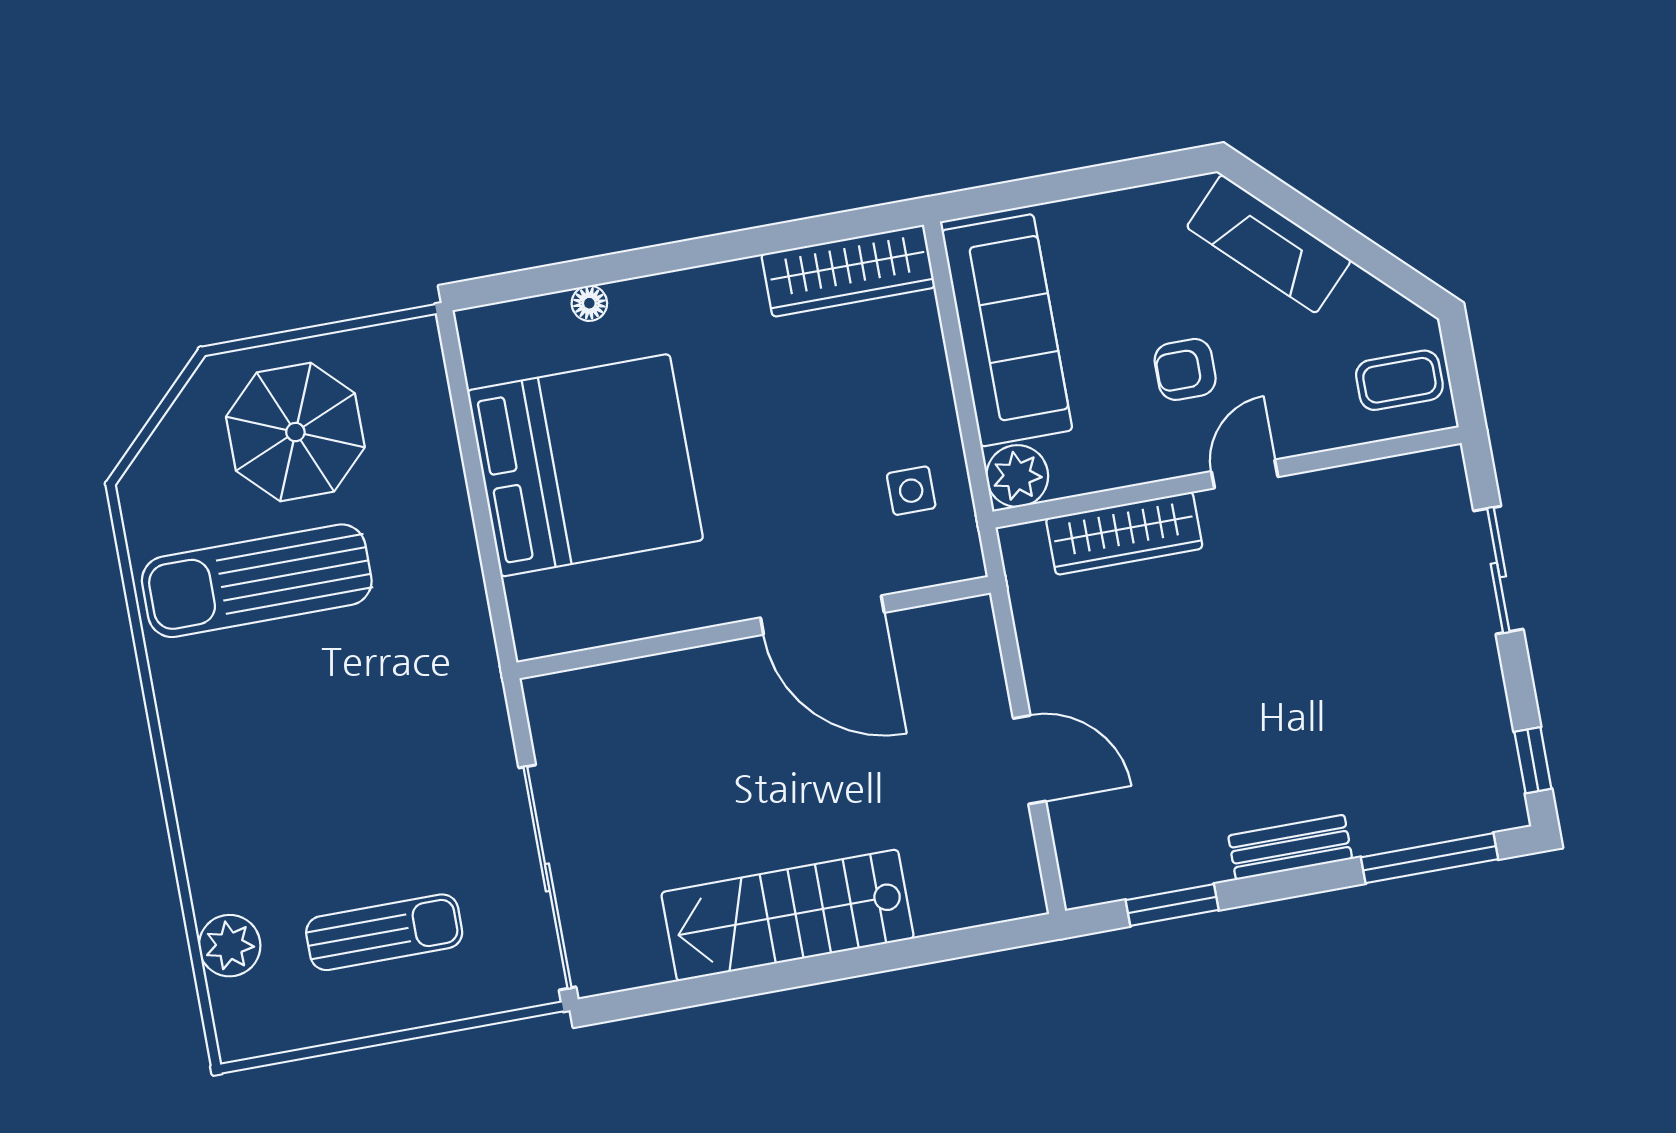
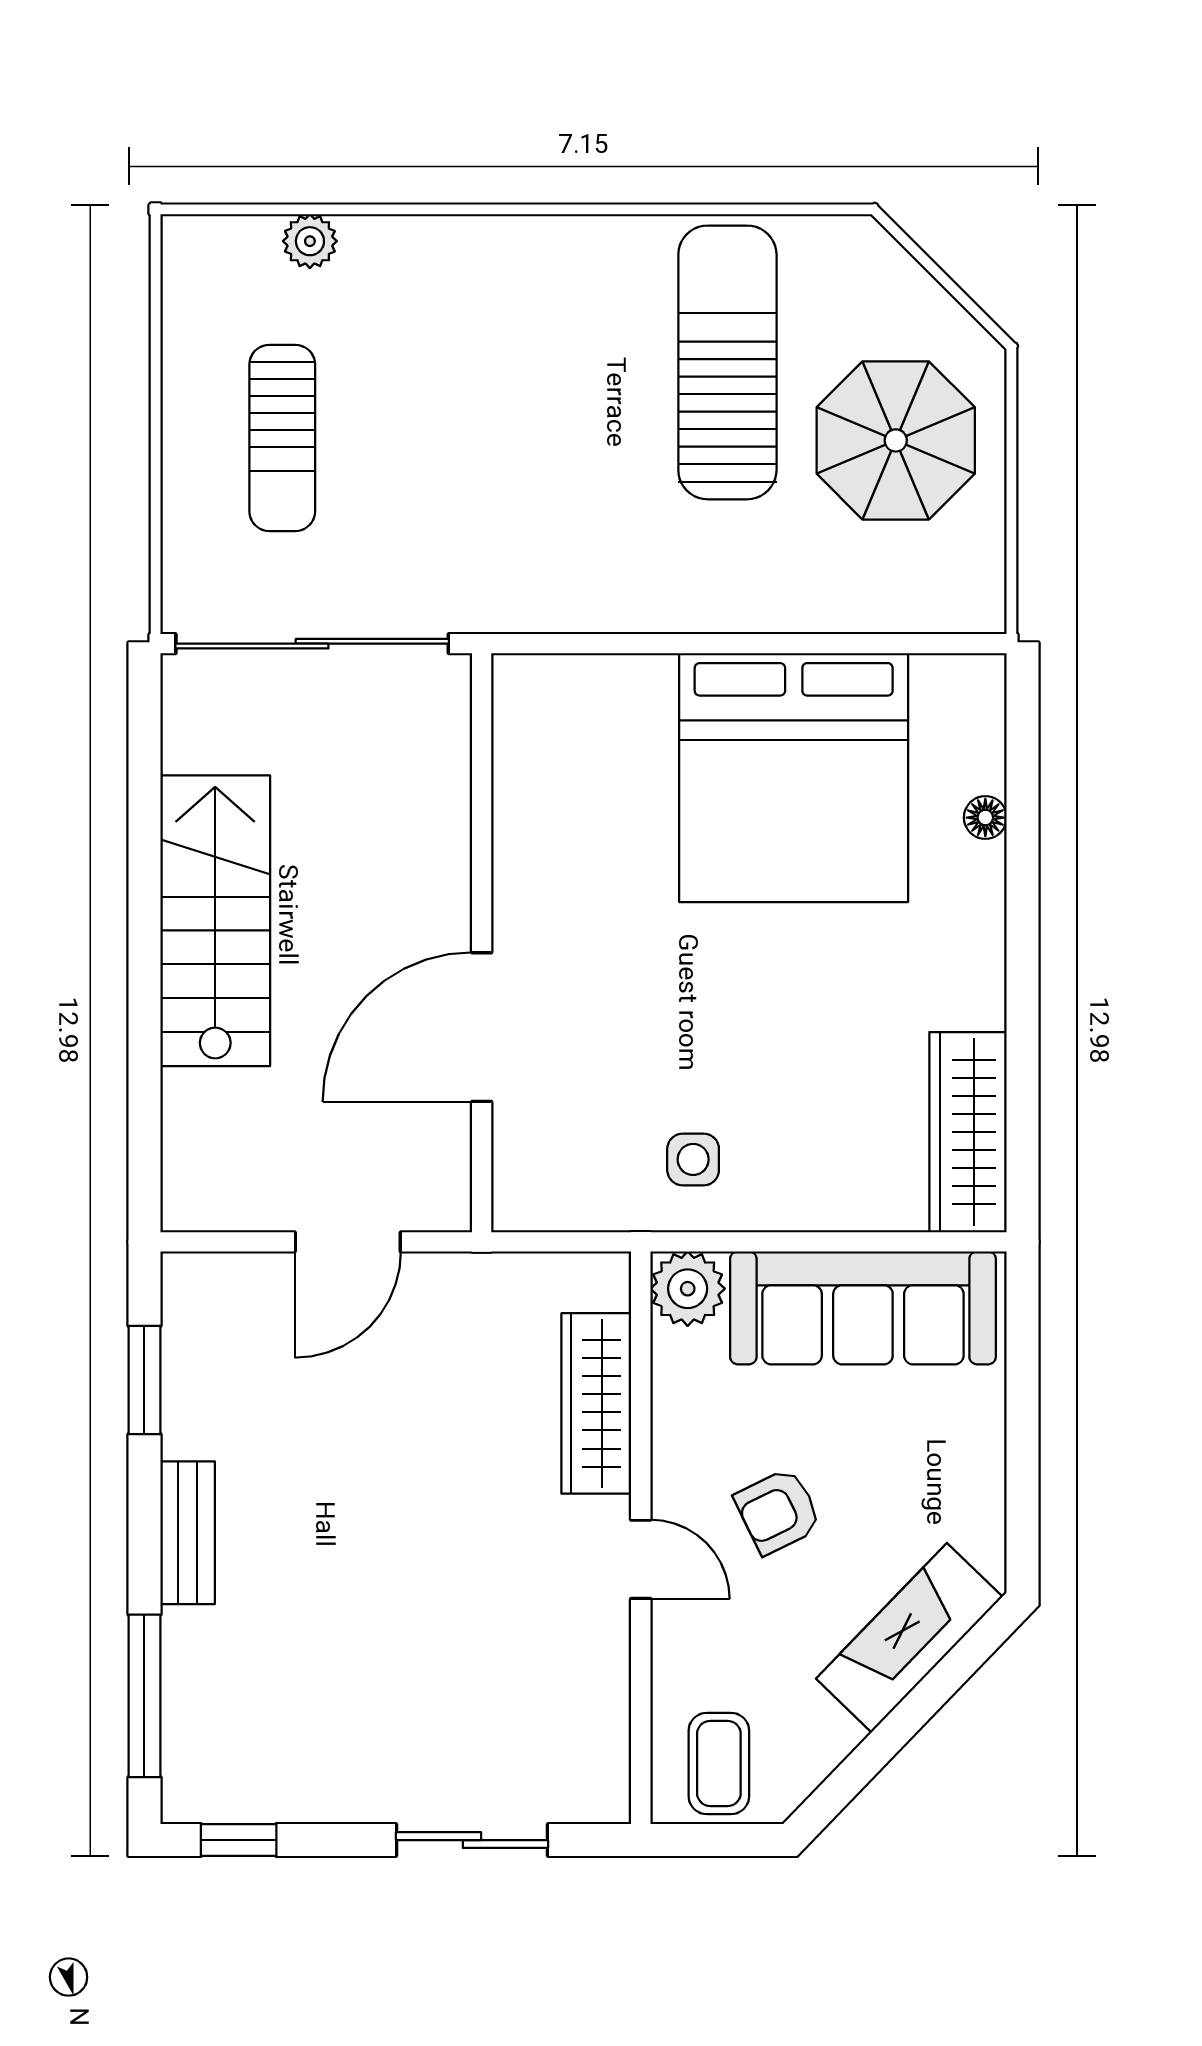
armchair: (1185, 369) -> (778, 1511), turned -116
door: (822, 615) -> (482, 1027), moved
wall: (754, 628) -> (482, 943), moved
plant: (230, 946) -> (310, 241), width x0.73, depth x0.73

